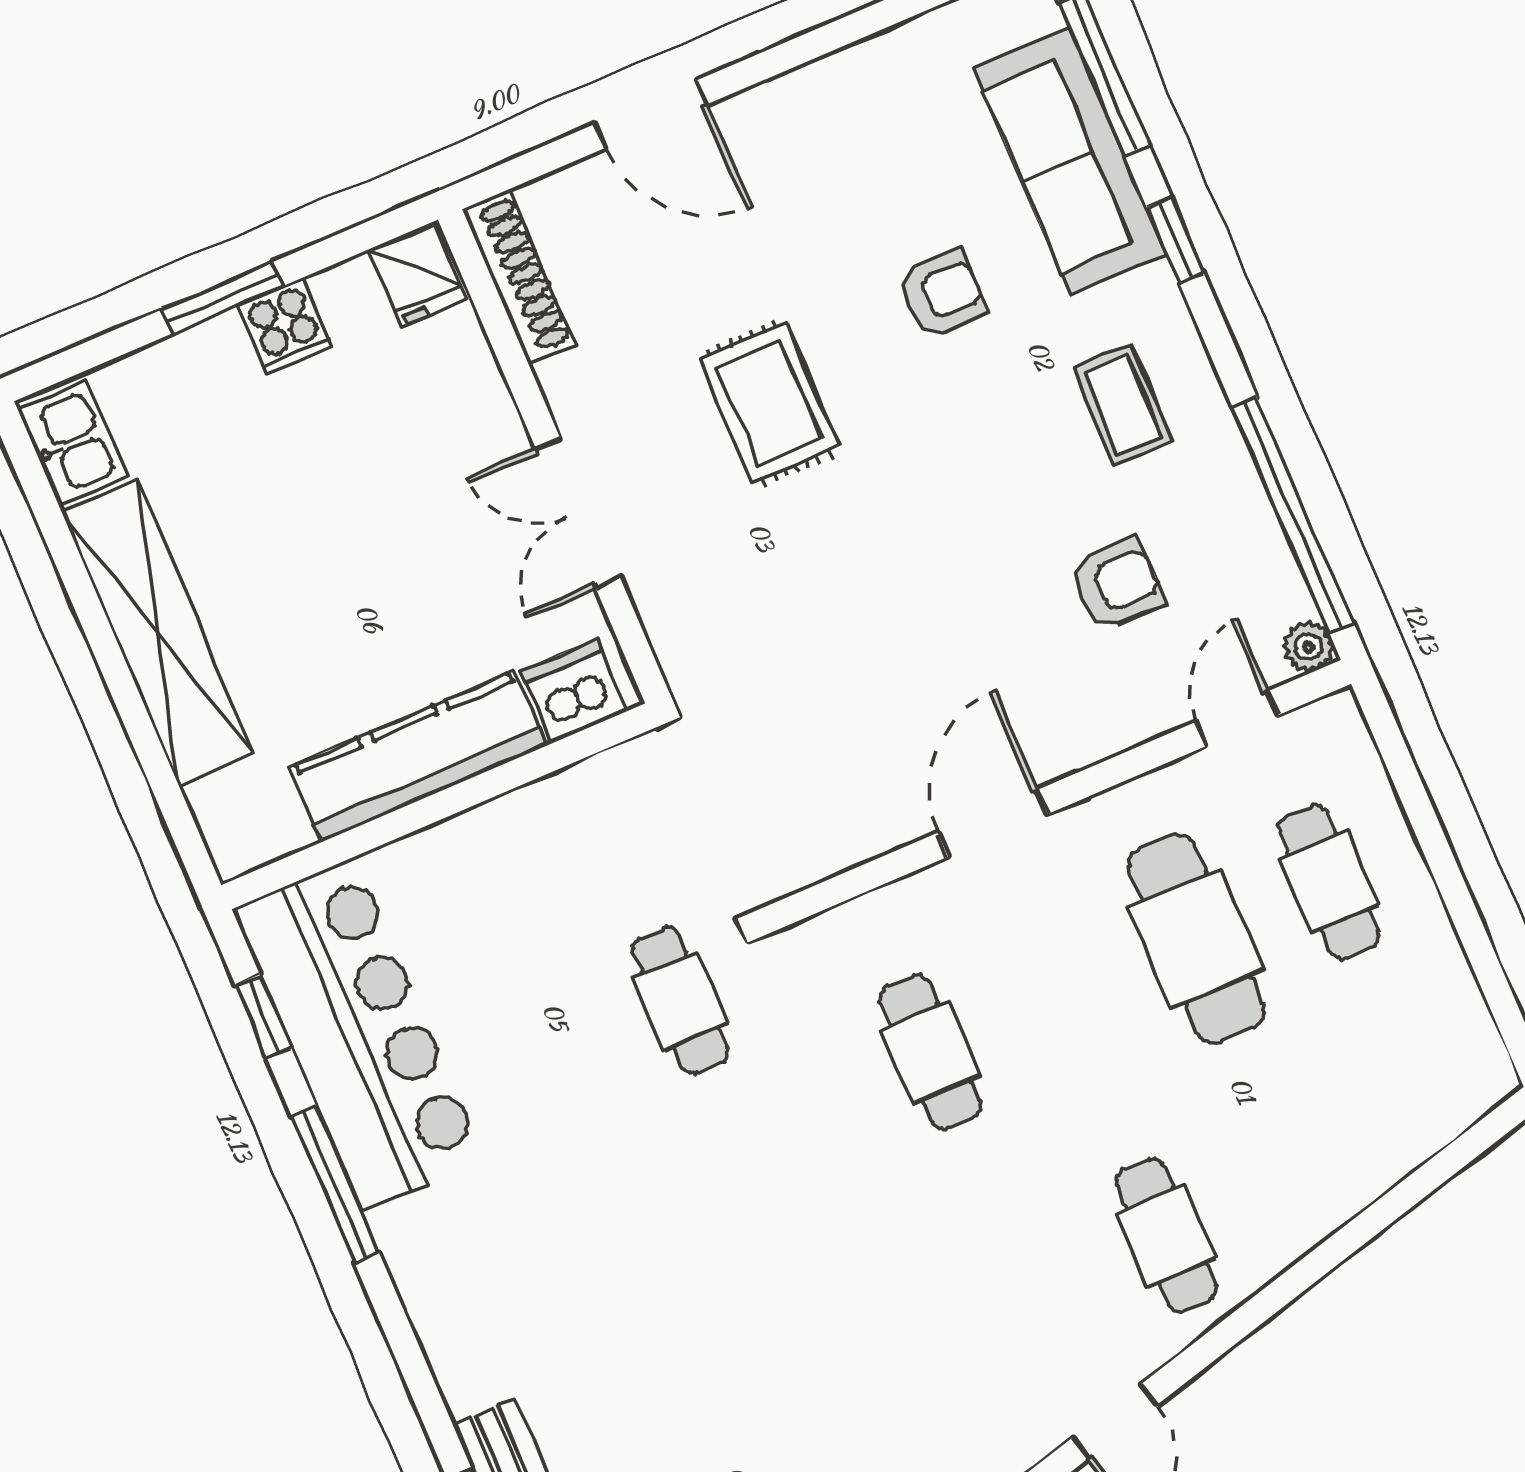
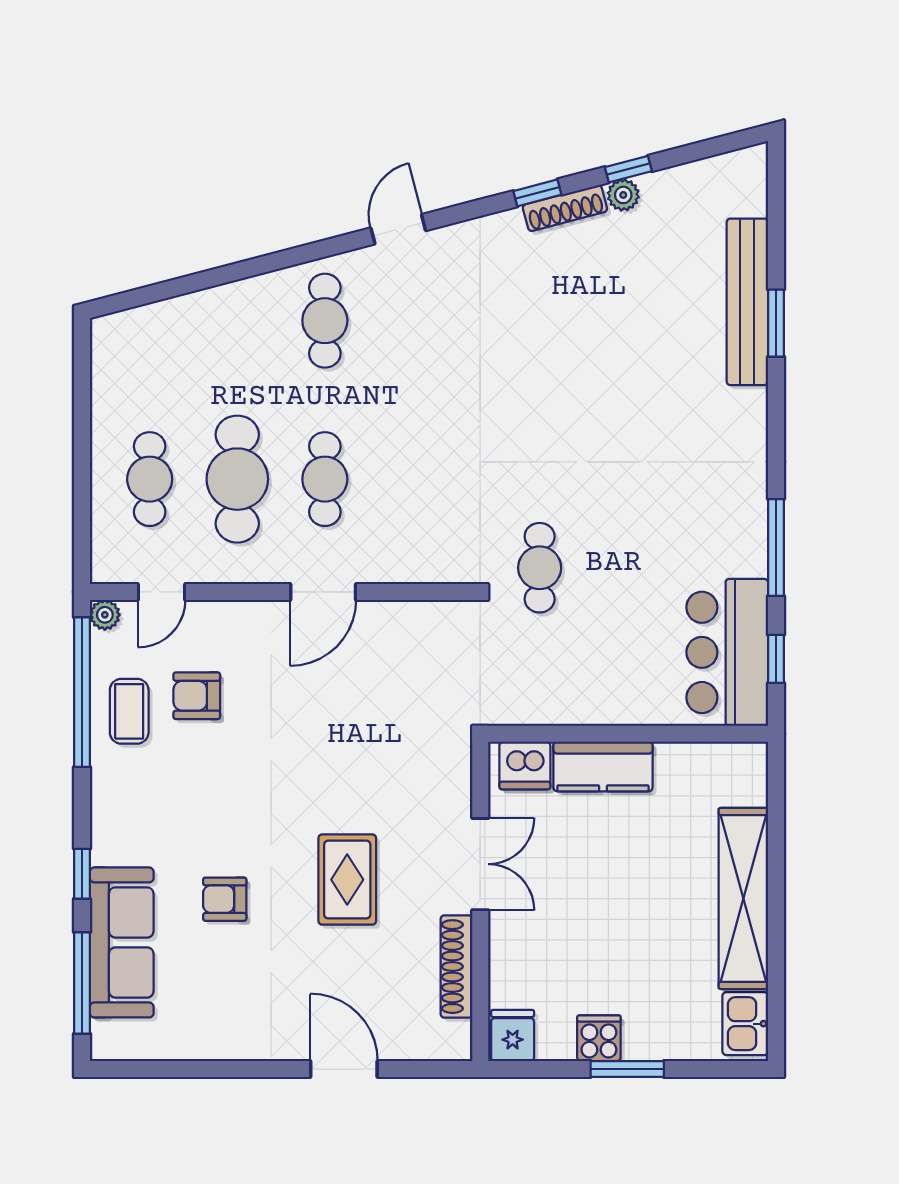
shoe rack: (519, 277) -> (456, 967), moved
coffee table: (1123, 405) -> (129, 711), moved
kitchen counter: (418, 757) -> (603, 767), width x0.67
bar counter: (359, 1035) -> (727, 652), width x0.73
cafe table: (931, 1052) -> (325, 479), moved

